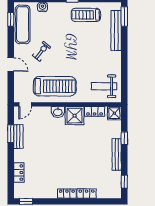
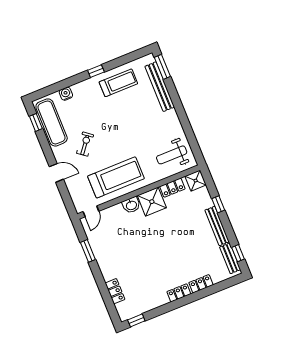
treadmill: (86, 15) -> (118, 83), turned 180
bench: (18, 137) -> (230, 258), moved

